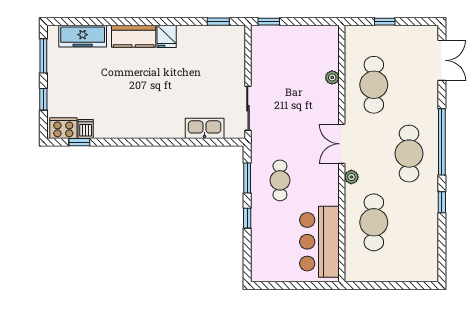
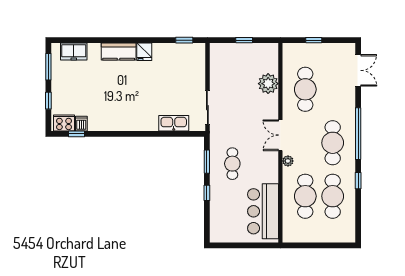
window: (269, 22) -> (244, 40), moved
freezer: (83, 36) -> (74, 52), width x0.71
plant: (332, 77) -> (268, 84), width x1.88, depth x1.88
cafe table: (409, 222) -> (333, 196), added

